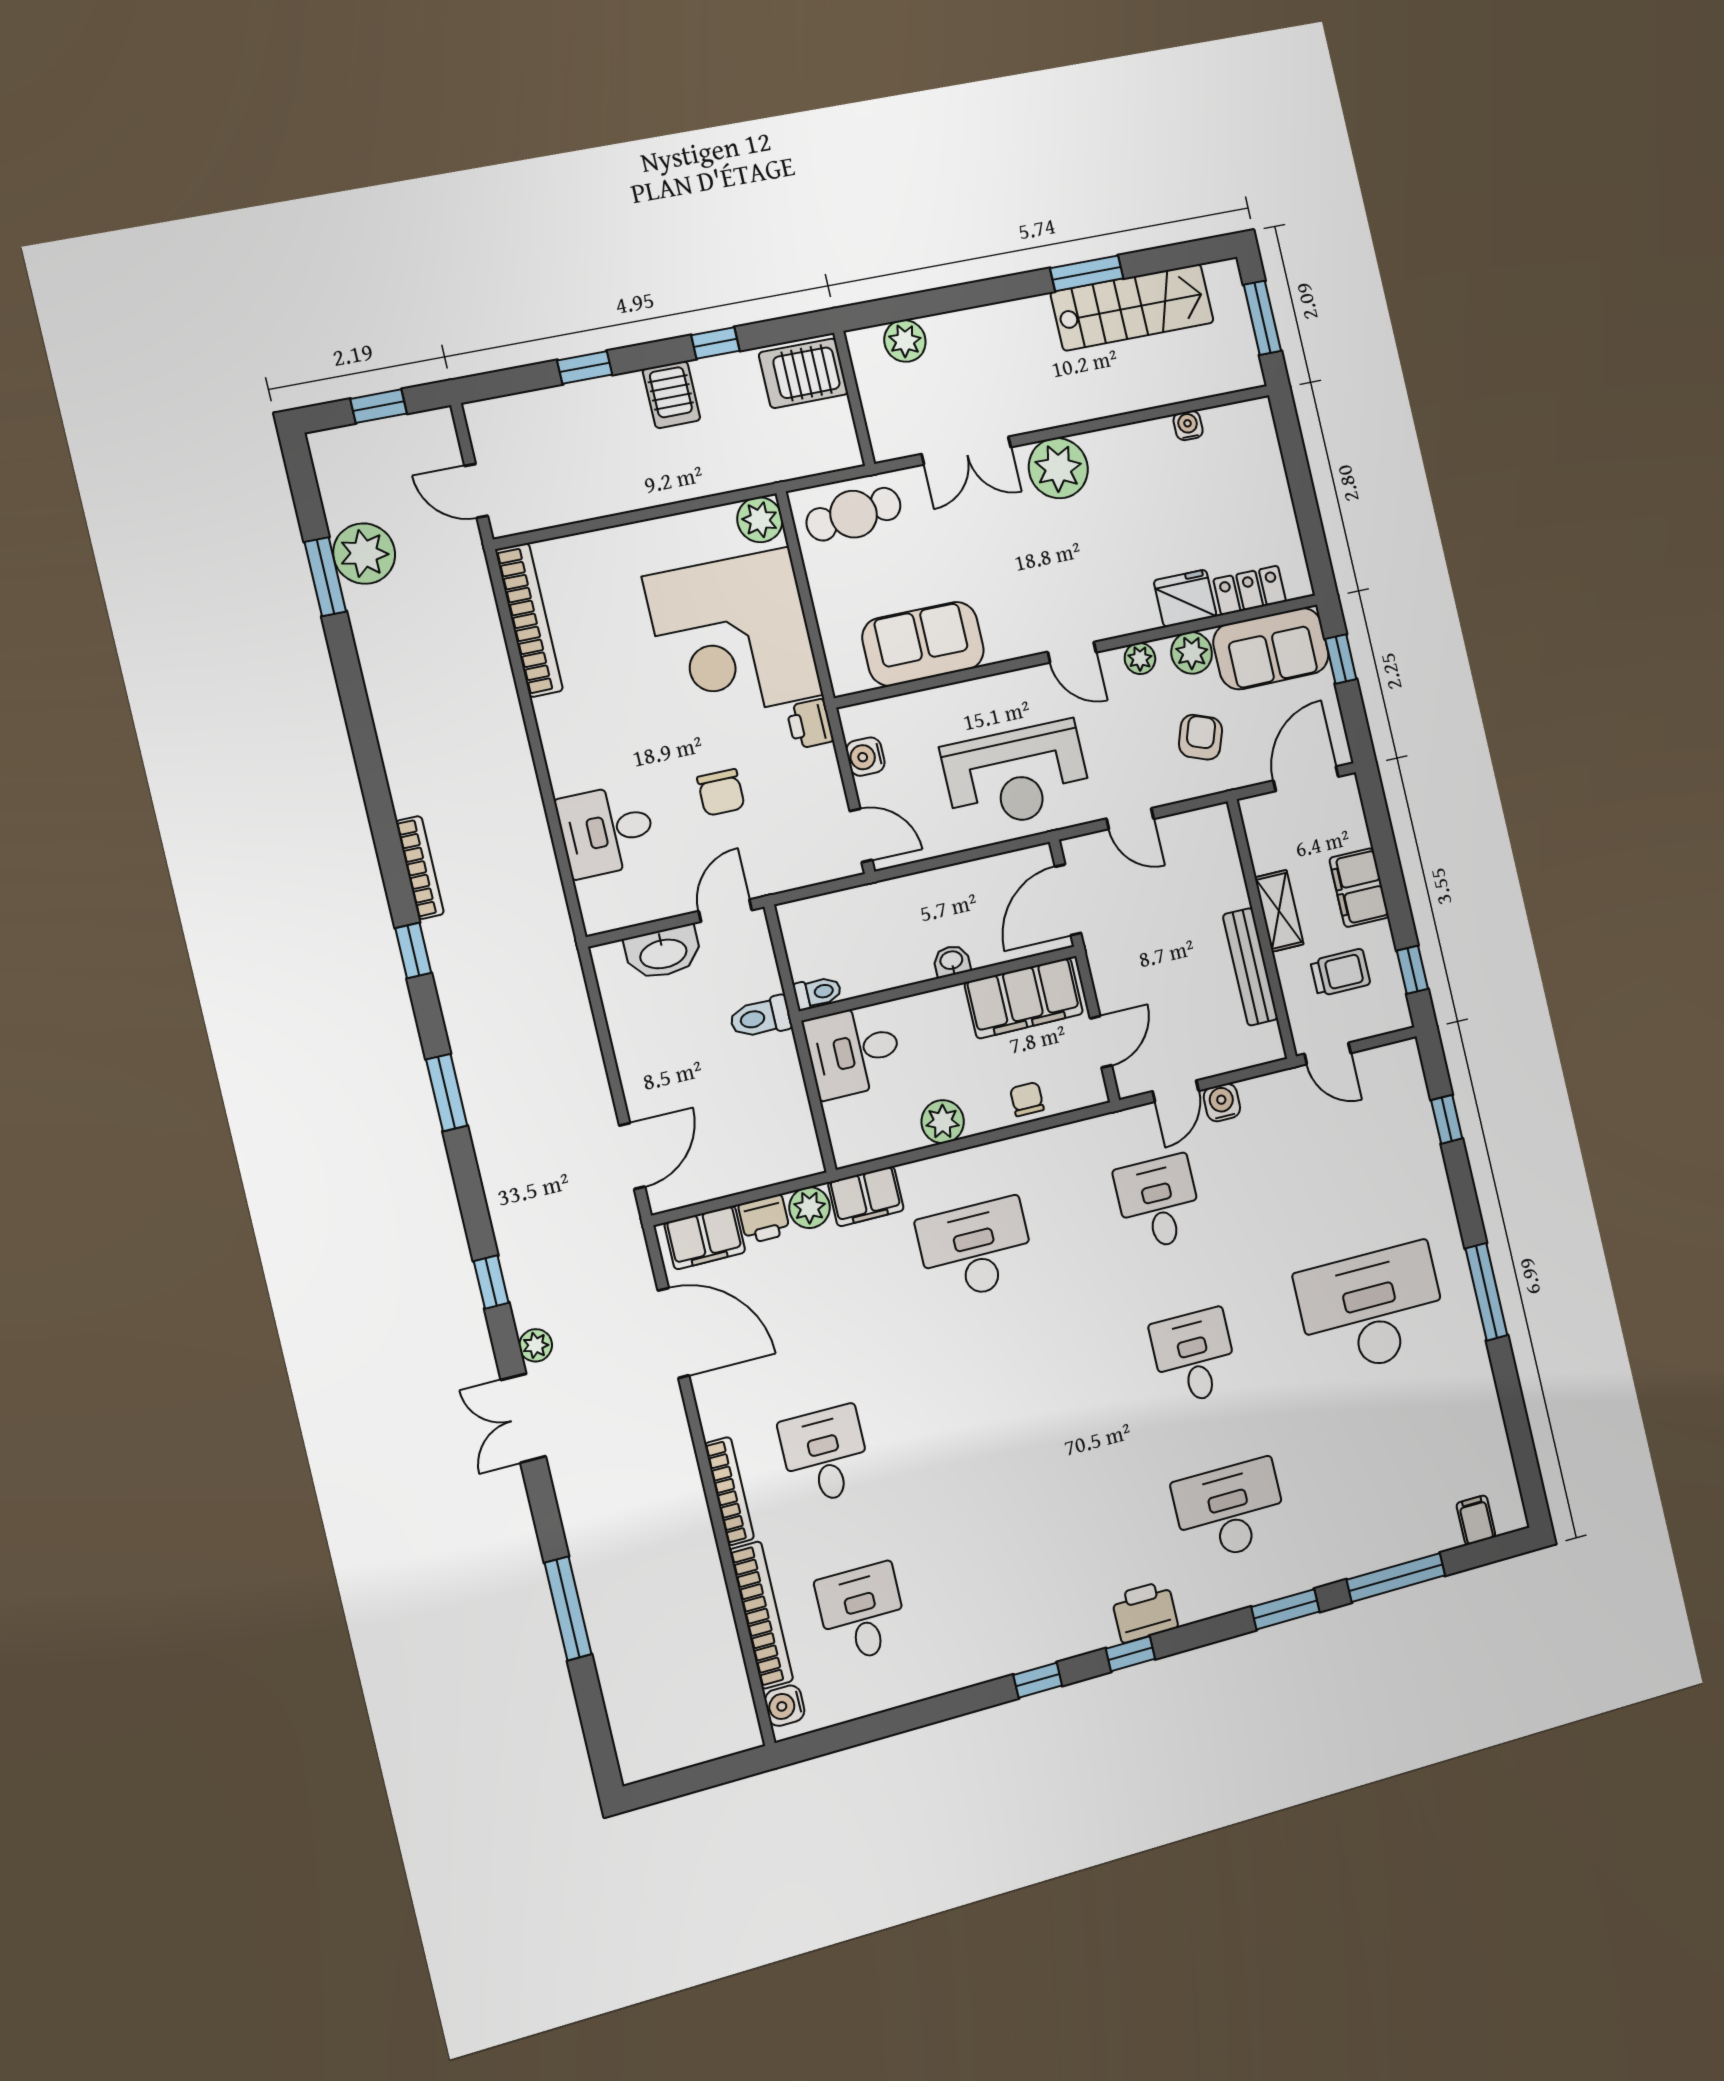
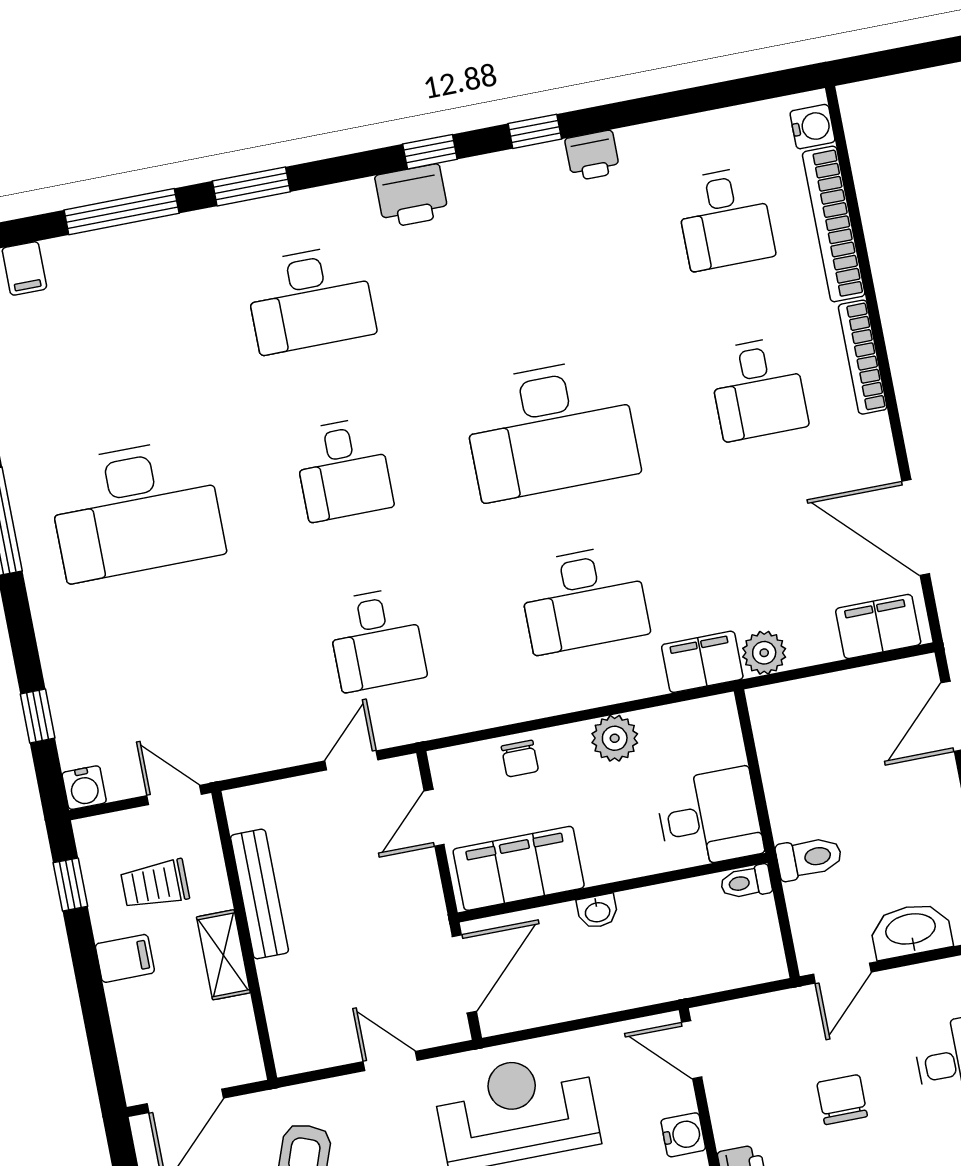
filing cabinet: (1359, 888) -> (125, 958), width x0.50
water cooler: (1222, 1102) -> (84, 788), moved
printer: (764, 1219) -> (592, 156), moved, turned 180
desk: (1012, 1405) -> (551, 429), added

